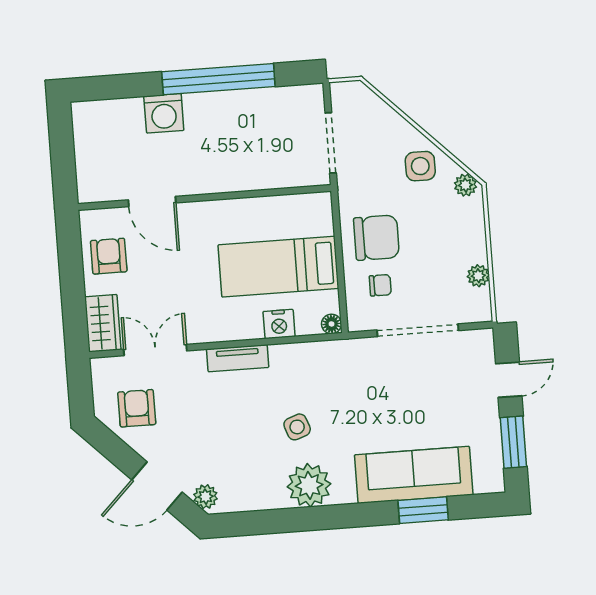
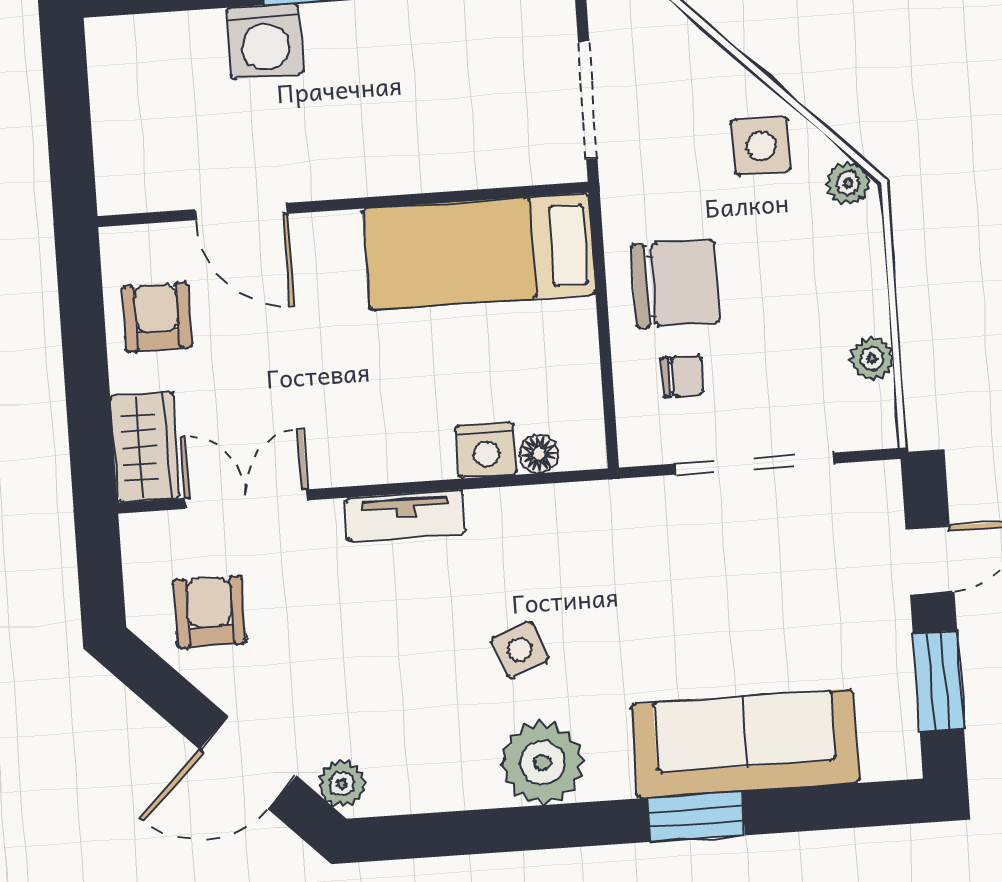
bed: (278, 267) -> (479, 252), moved
floor lamp: (331, 324) -> (539, 454), moved
window: (423, 510) -> (696, 817), moved

